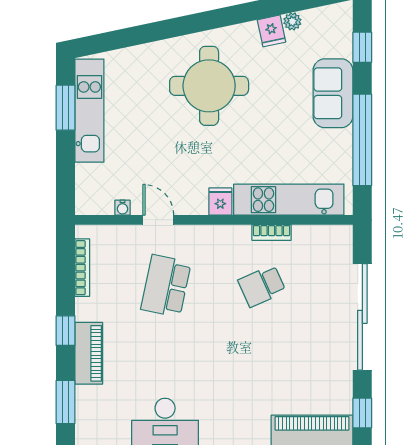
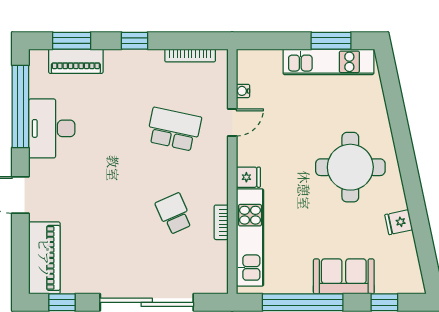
plant: (292, 21) -> (407, 241), removed
piano: (89, 353) -> (76, 61), moved

